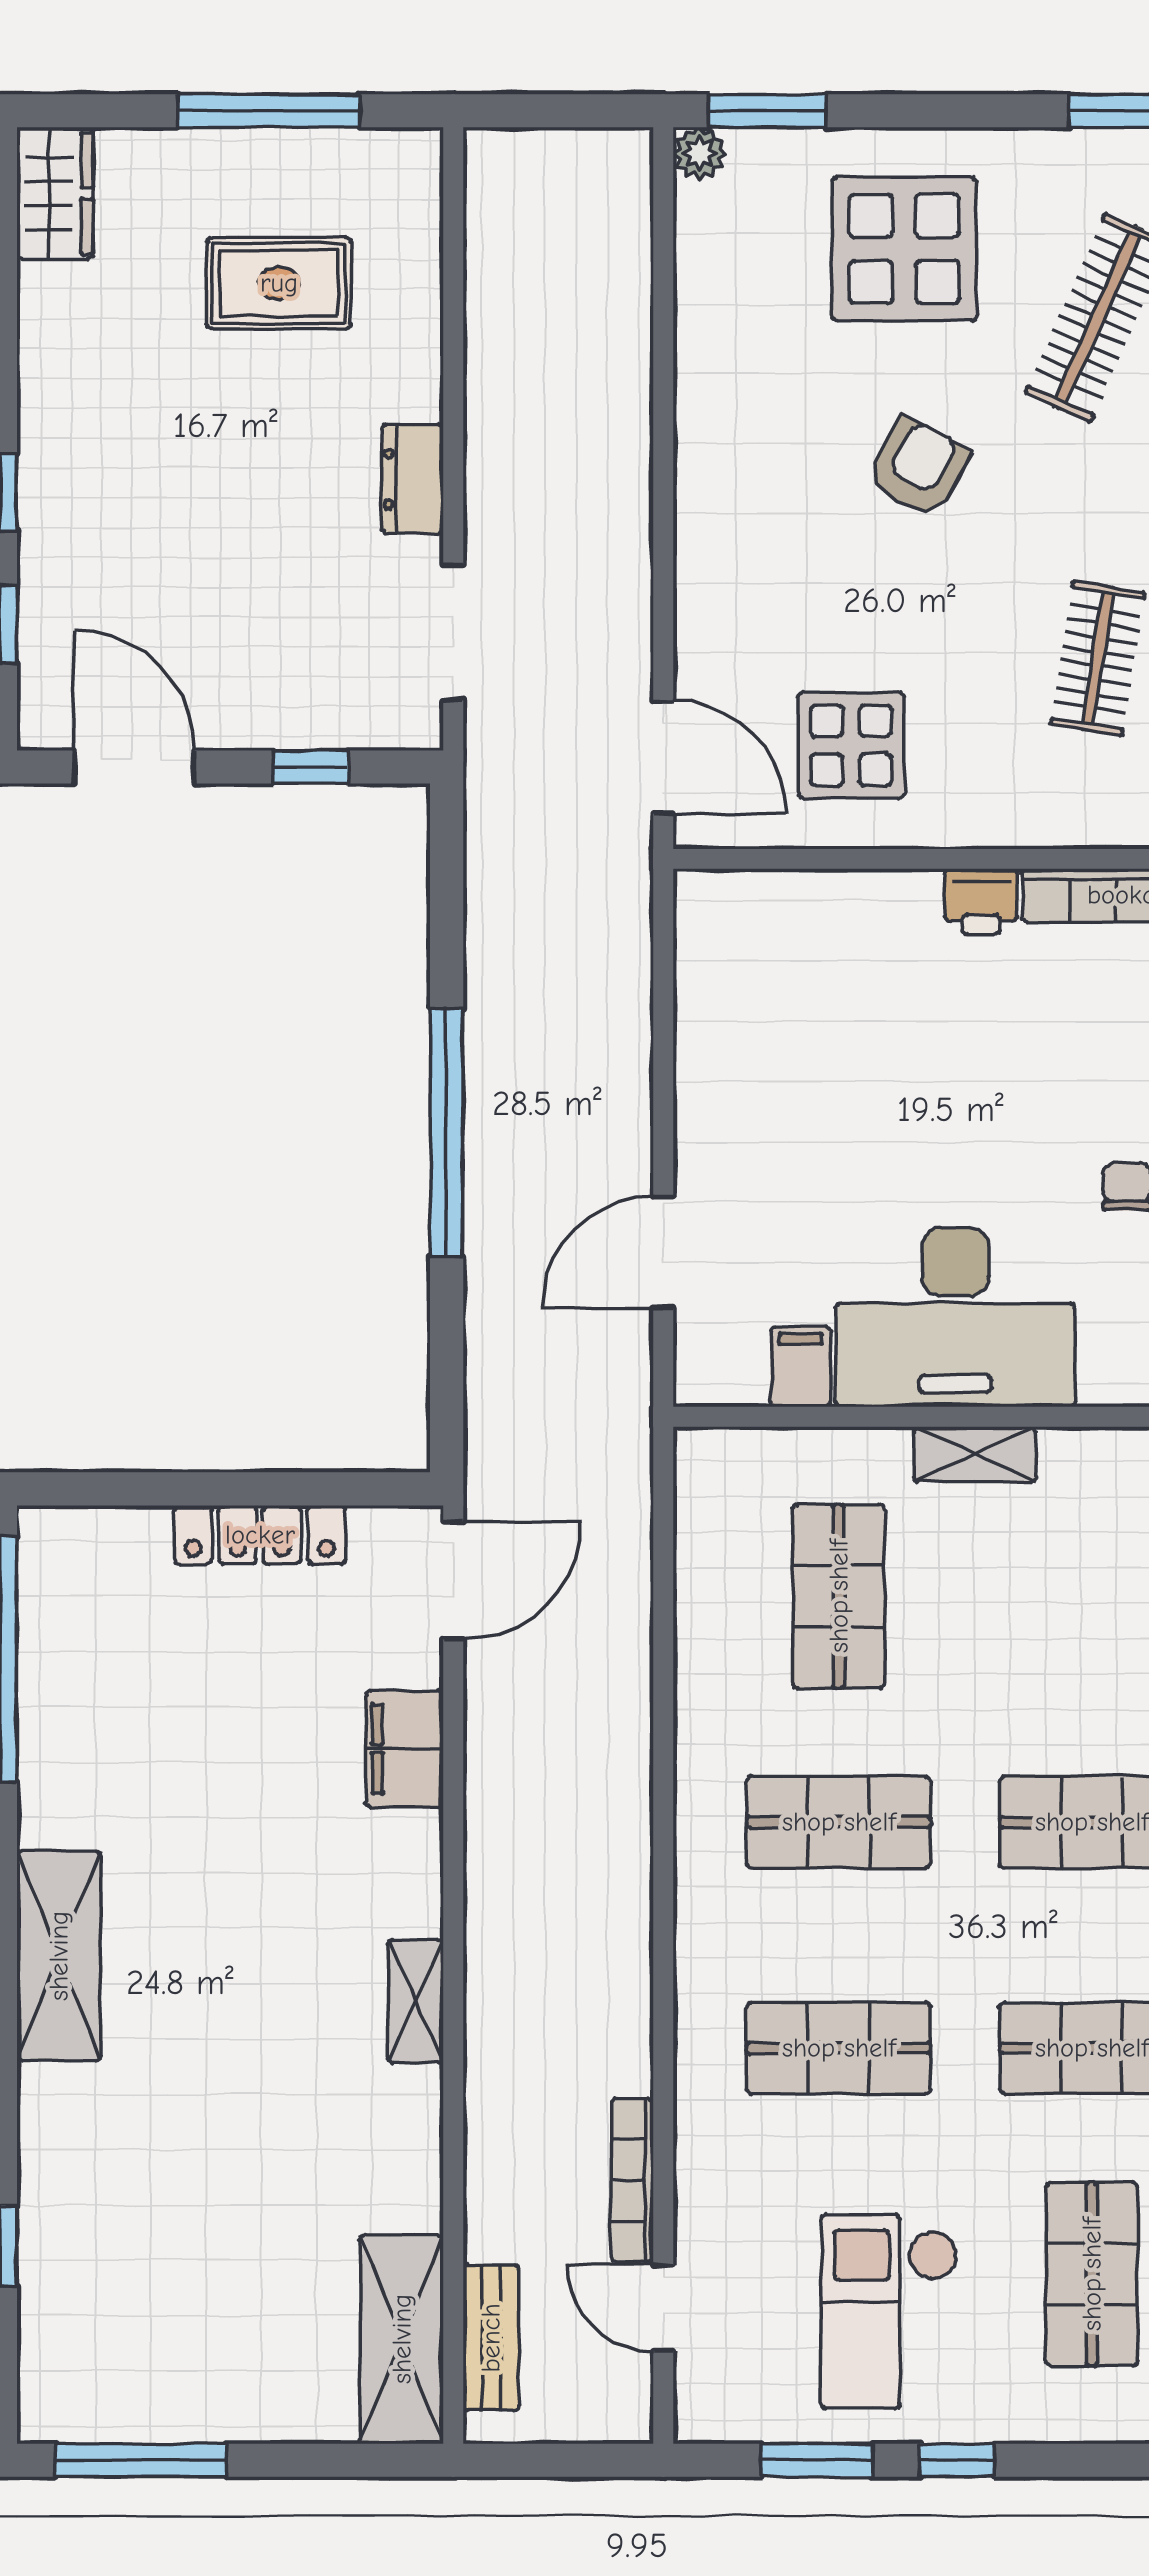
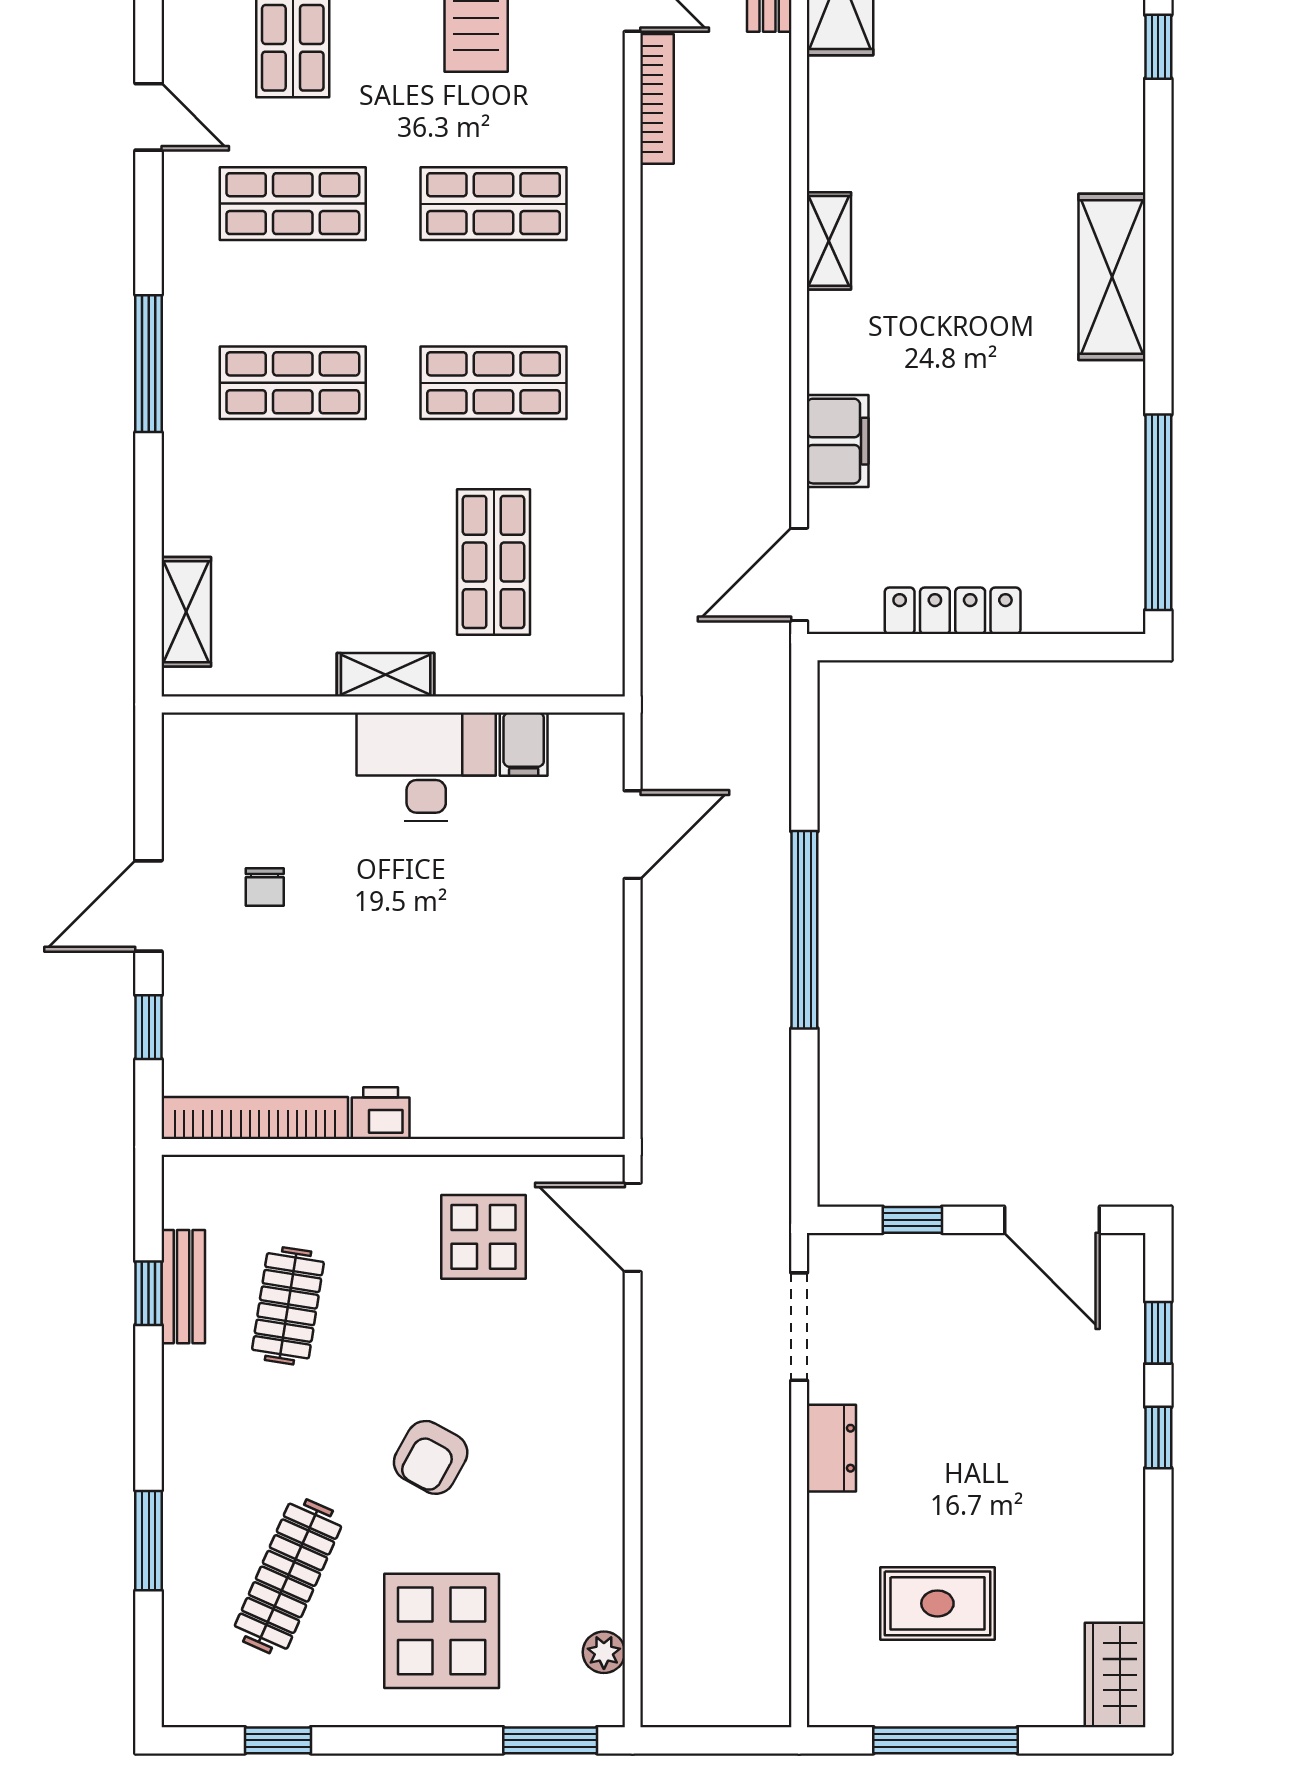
plant: (699, 154) -> (604, 1652), moved
desk: (955, 1317) -> (426, 767), width x0.73, depth x0.77

